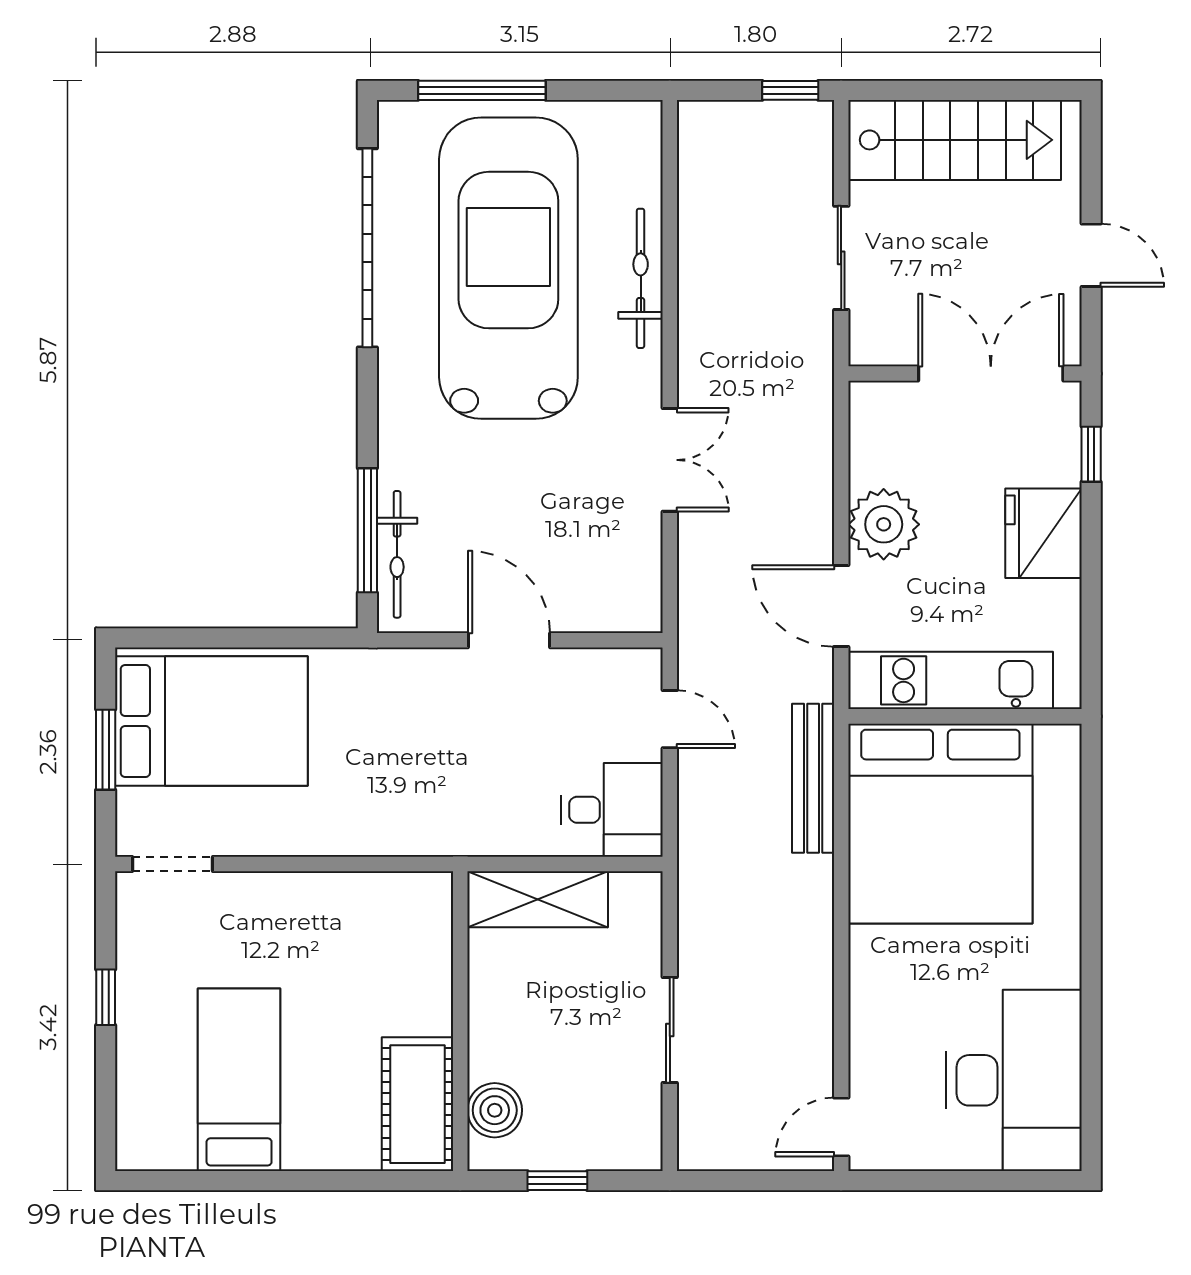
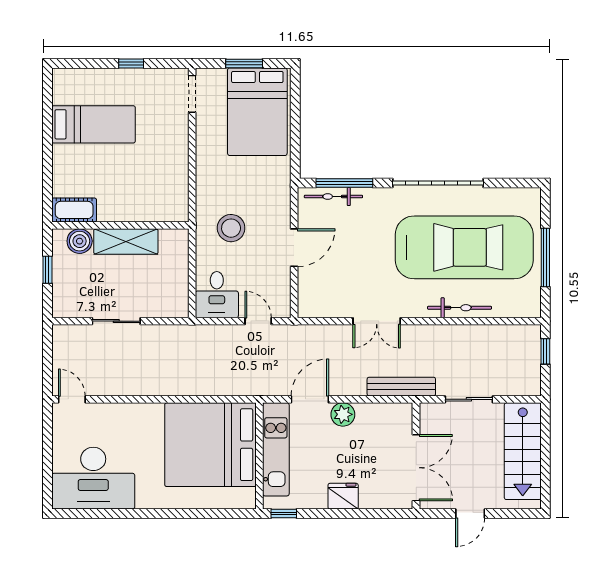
window: (482, 90) -> (545, 257), moved
window: (790, 90) -> (545, 351), moved
garage door: (367, 248) -> (438, 183), moved
window: (1091, 454) -> (284, 514), moved
plant: (884, 524) -> (343, 414), width x0.73, depth x0.73
fridge: (1044, 533) -> (343, 496), width x0.73, depth x0.75
door: (670, 719) -> (258, 321), swing flipped
bench: (813, 778) -> (401, 387), moved
stool: (466, 779) -> (231, 228), added
shelving: (538, 899) -> (126, 242), moved, turned 90
cot: (418, 1104) -> (74, 210), width x0.73, depth x0.75

